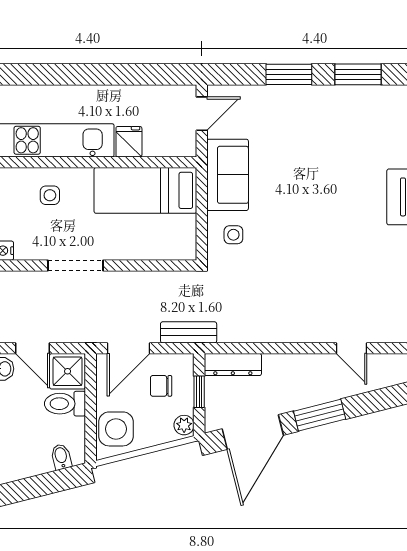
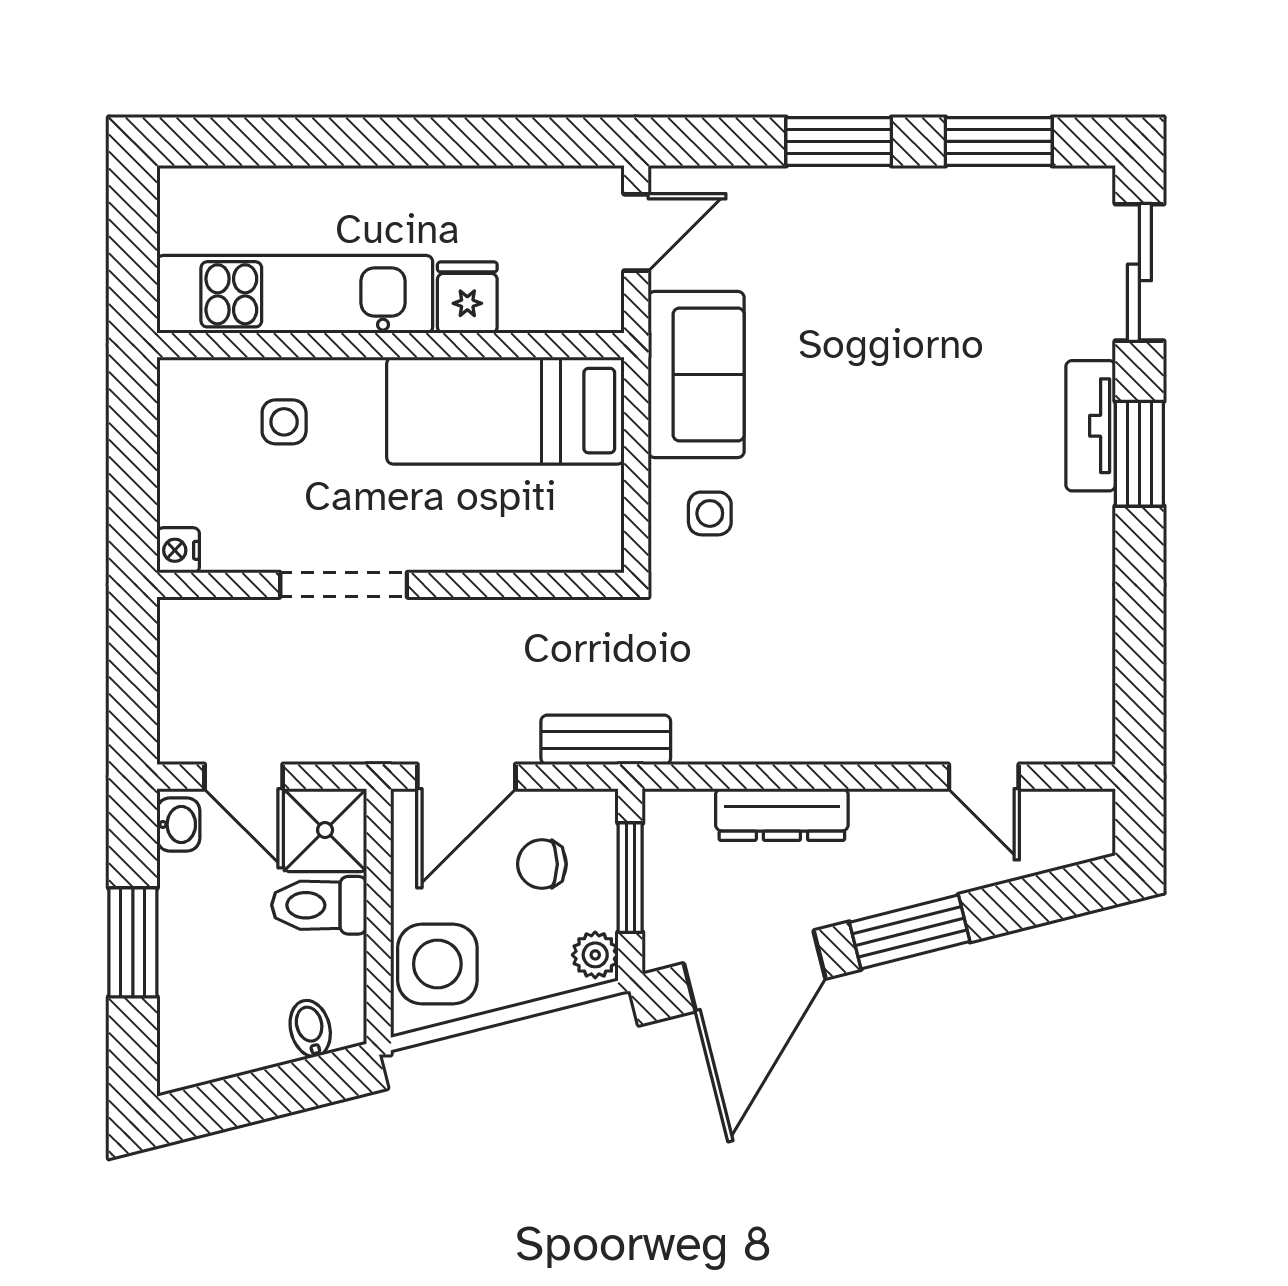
dresser: (233, 365) -> (782, 814), moved
window: (199, 392) -> (630, 878), width x1.50

